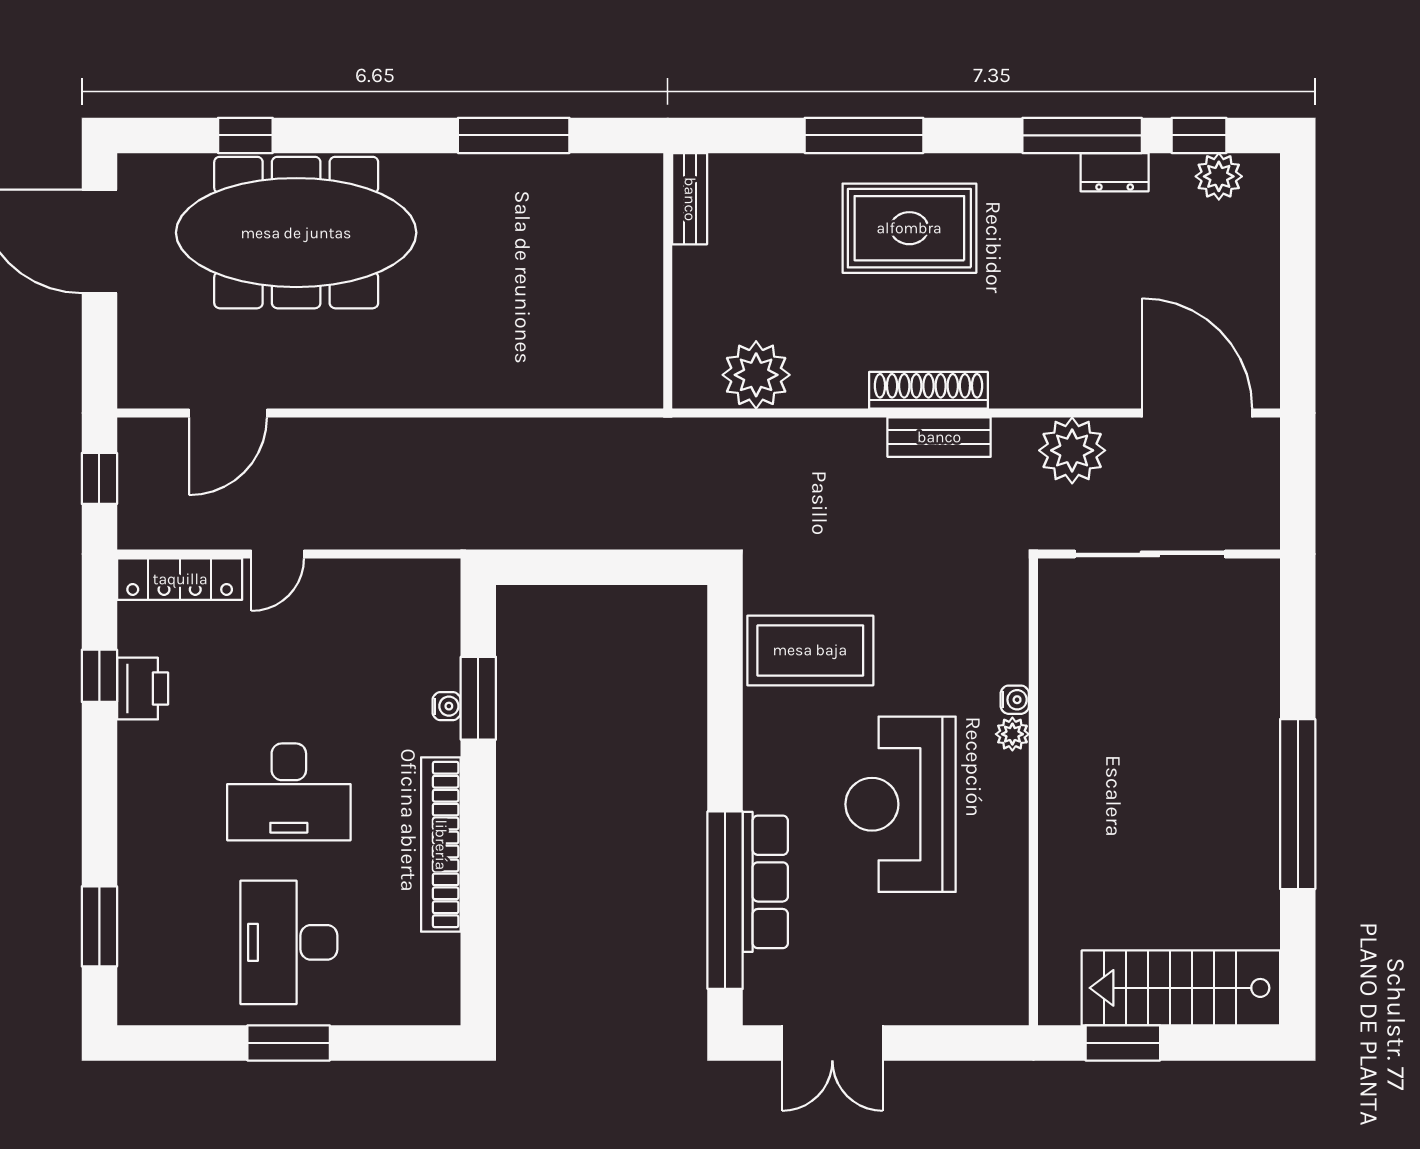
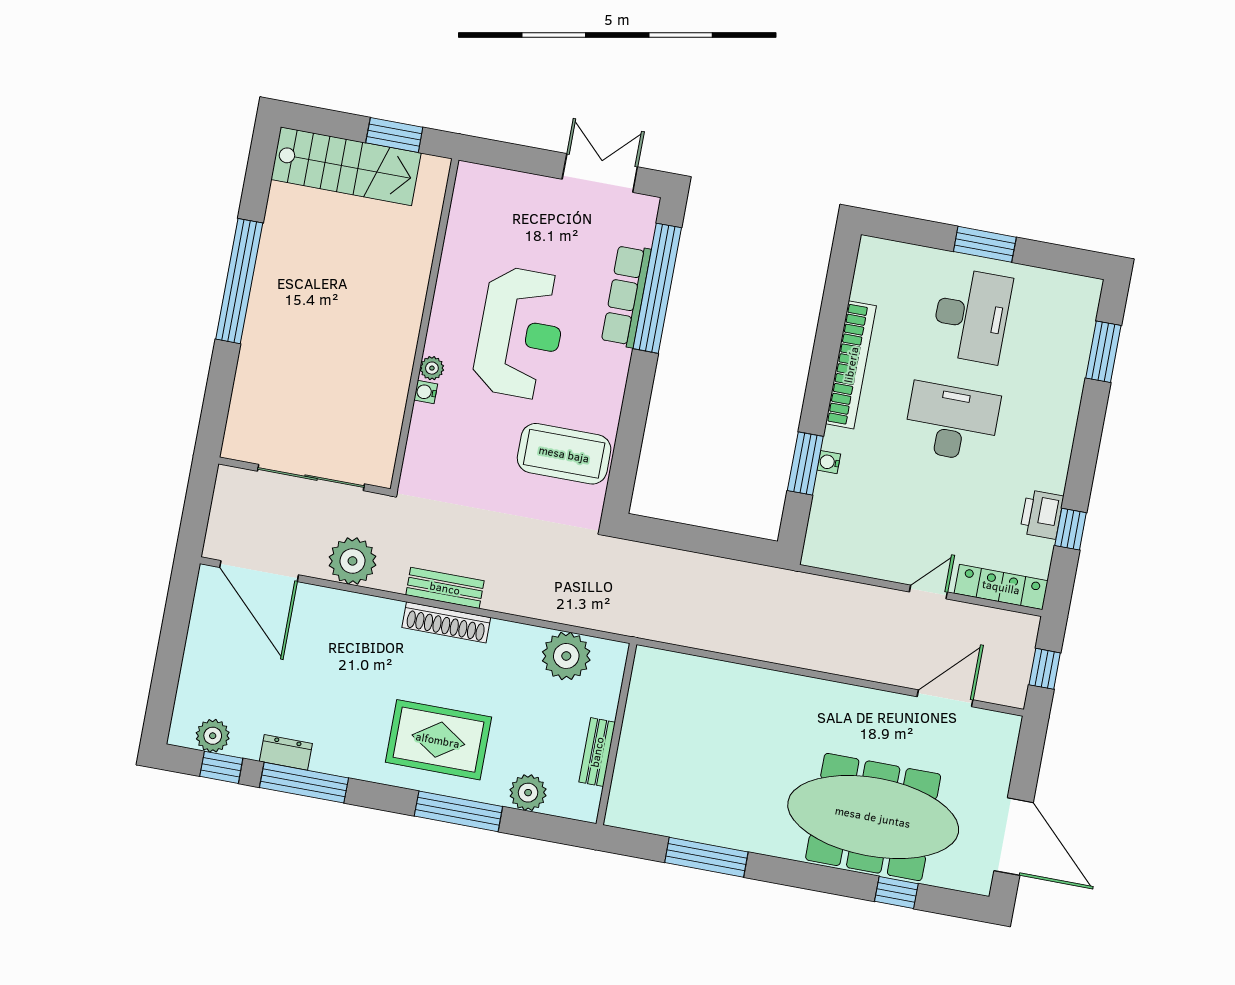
plant: (774, 179) -> (528, 793), added
bench: (690, 199) -> (597, 752), moved

